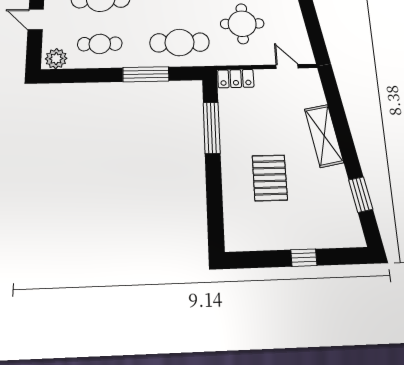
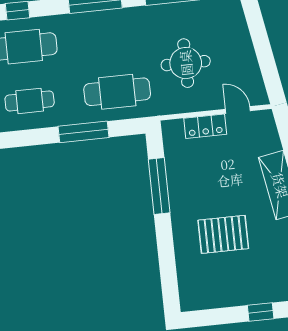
locker: (236, 79) -> (205, 126), moved
pallet: (270, 178) -> (223, 234), turned 90

